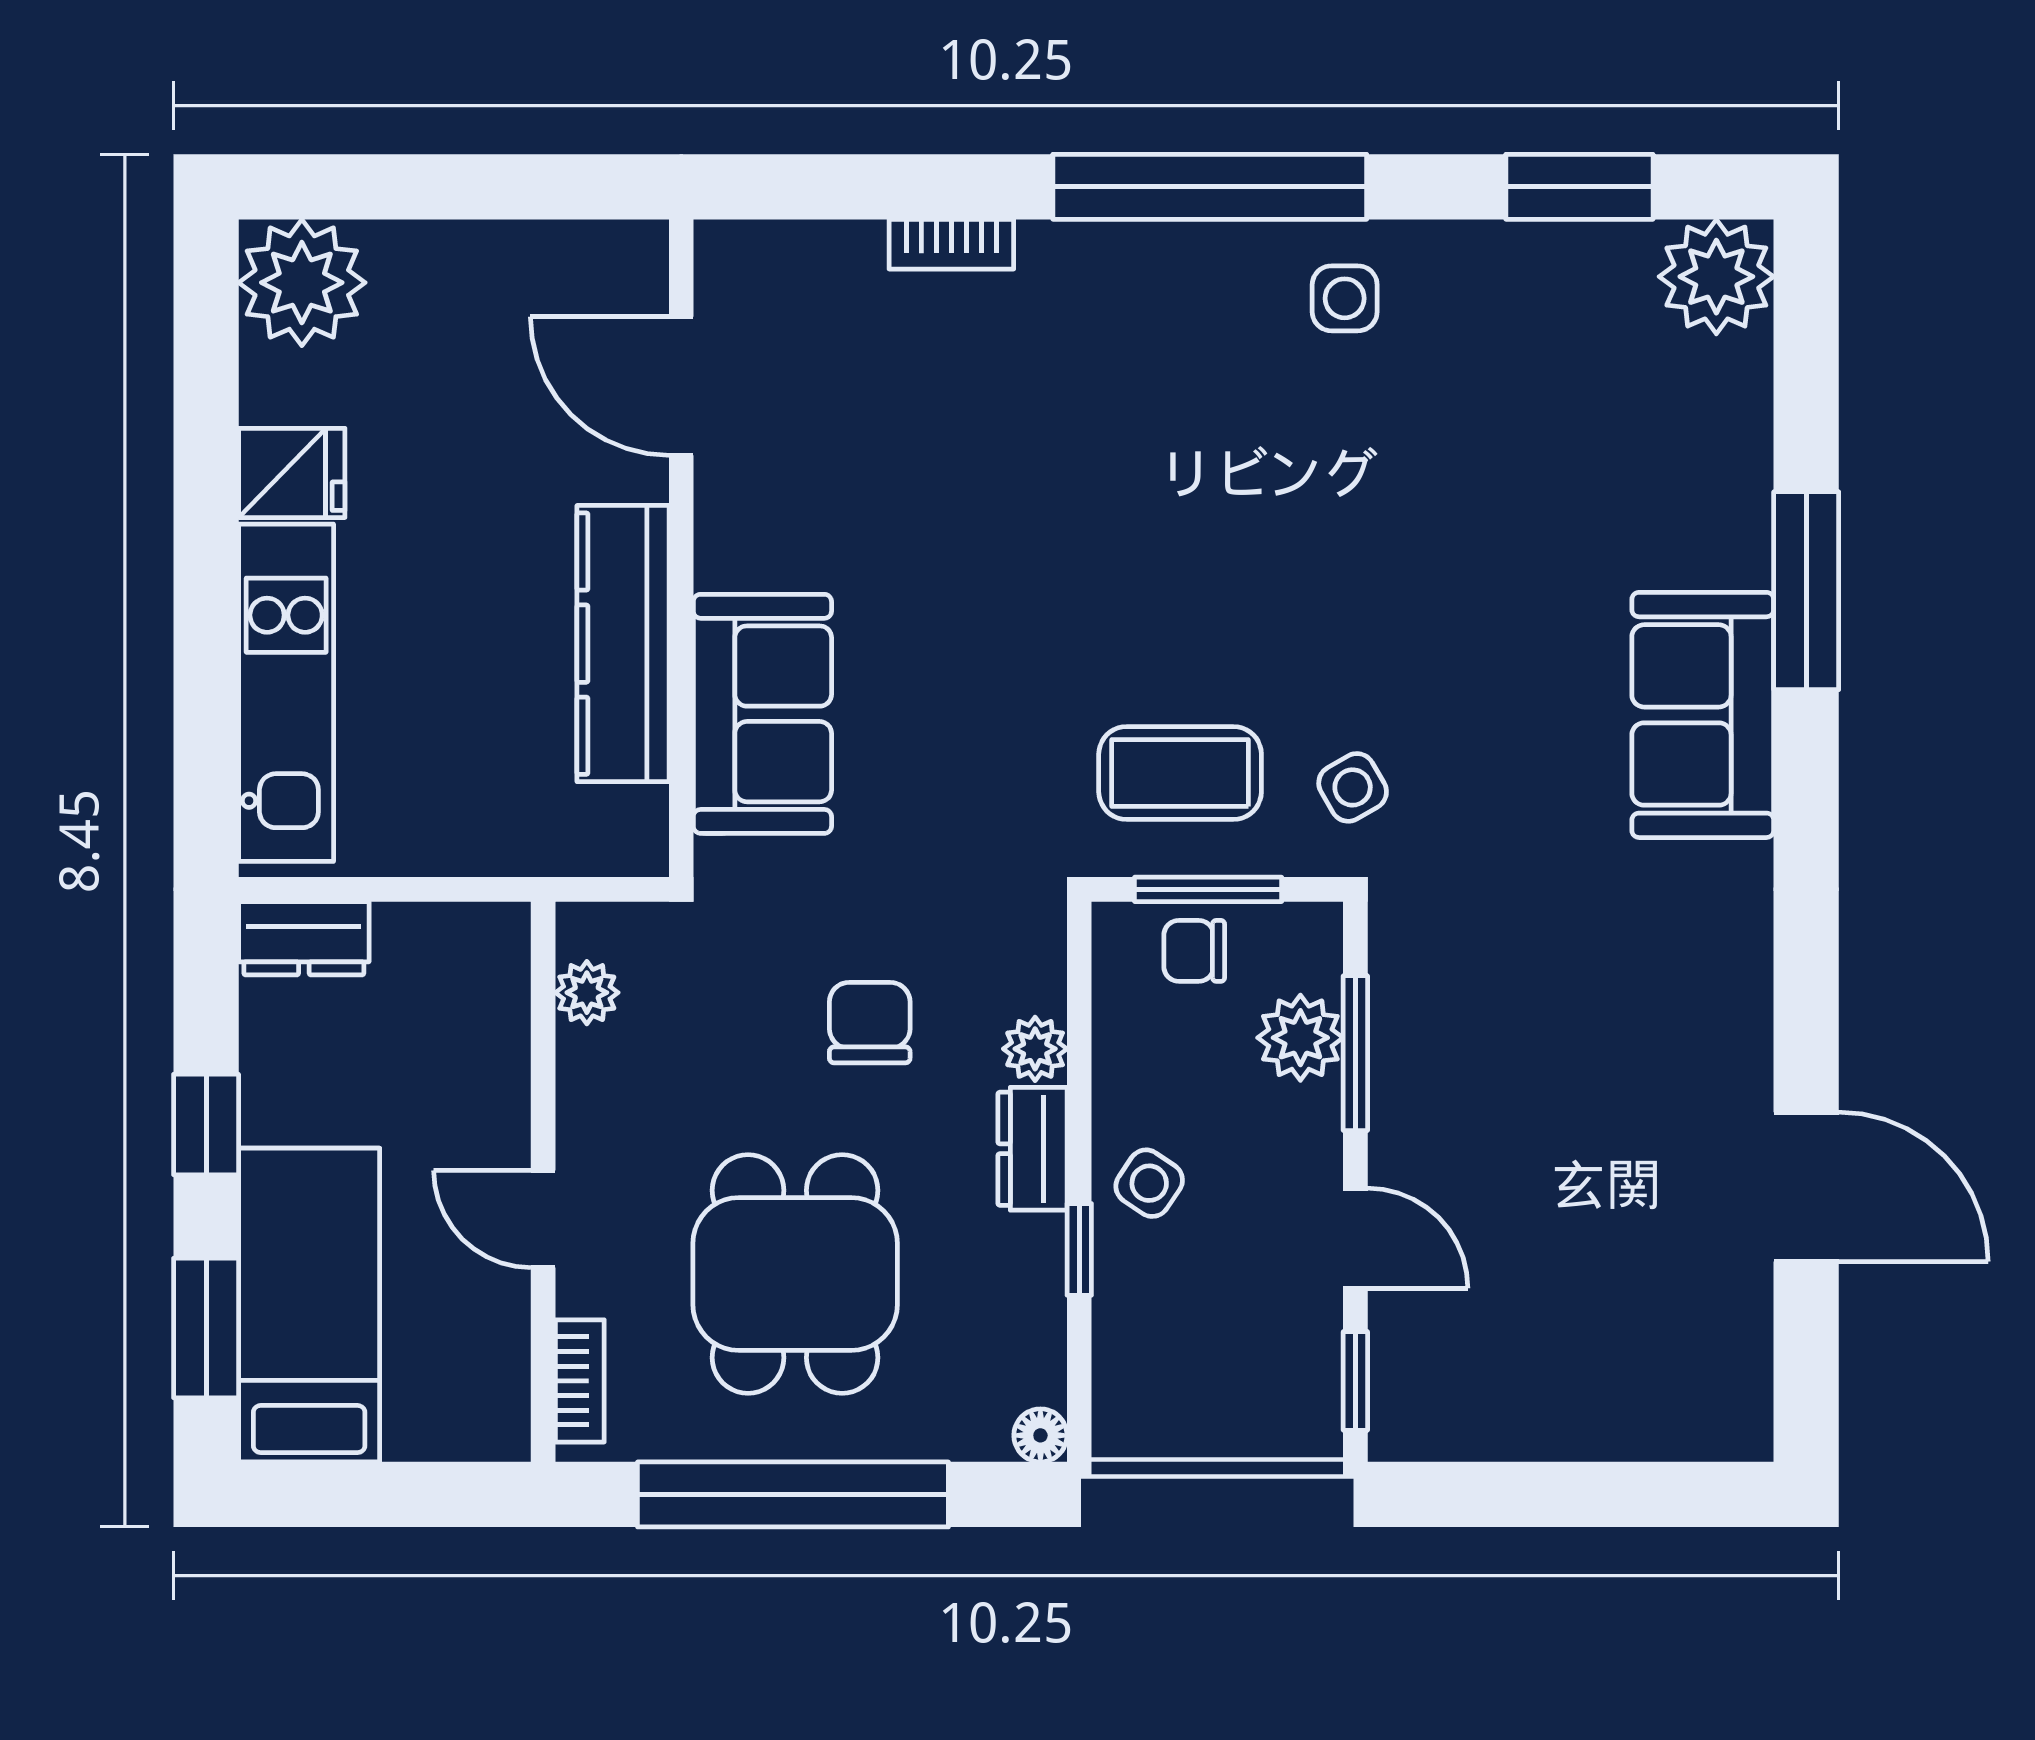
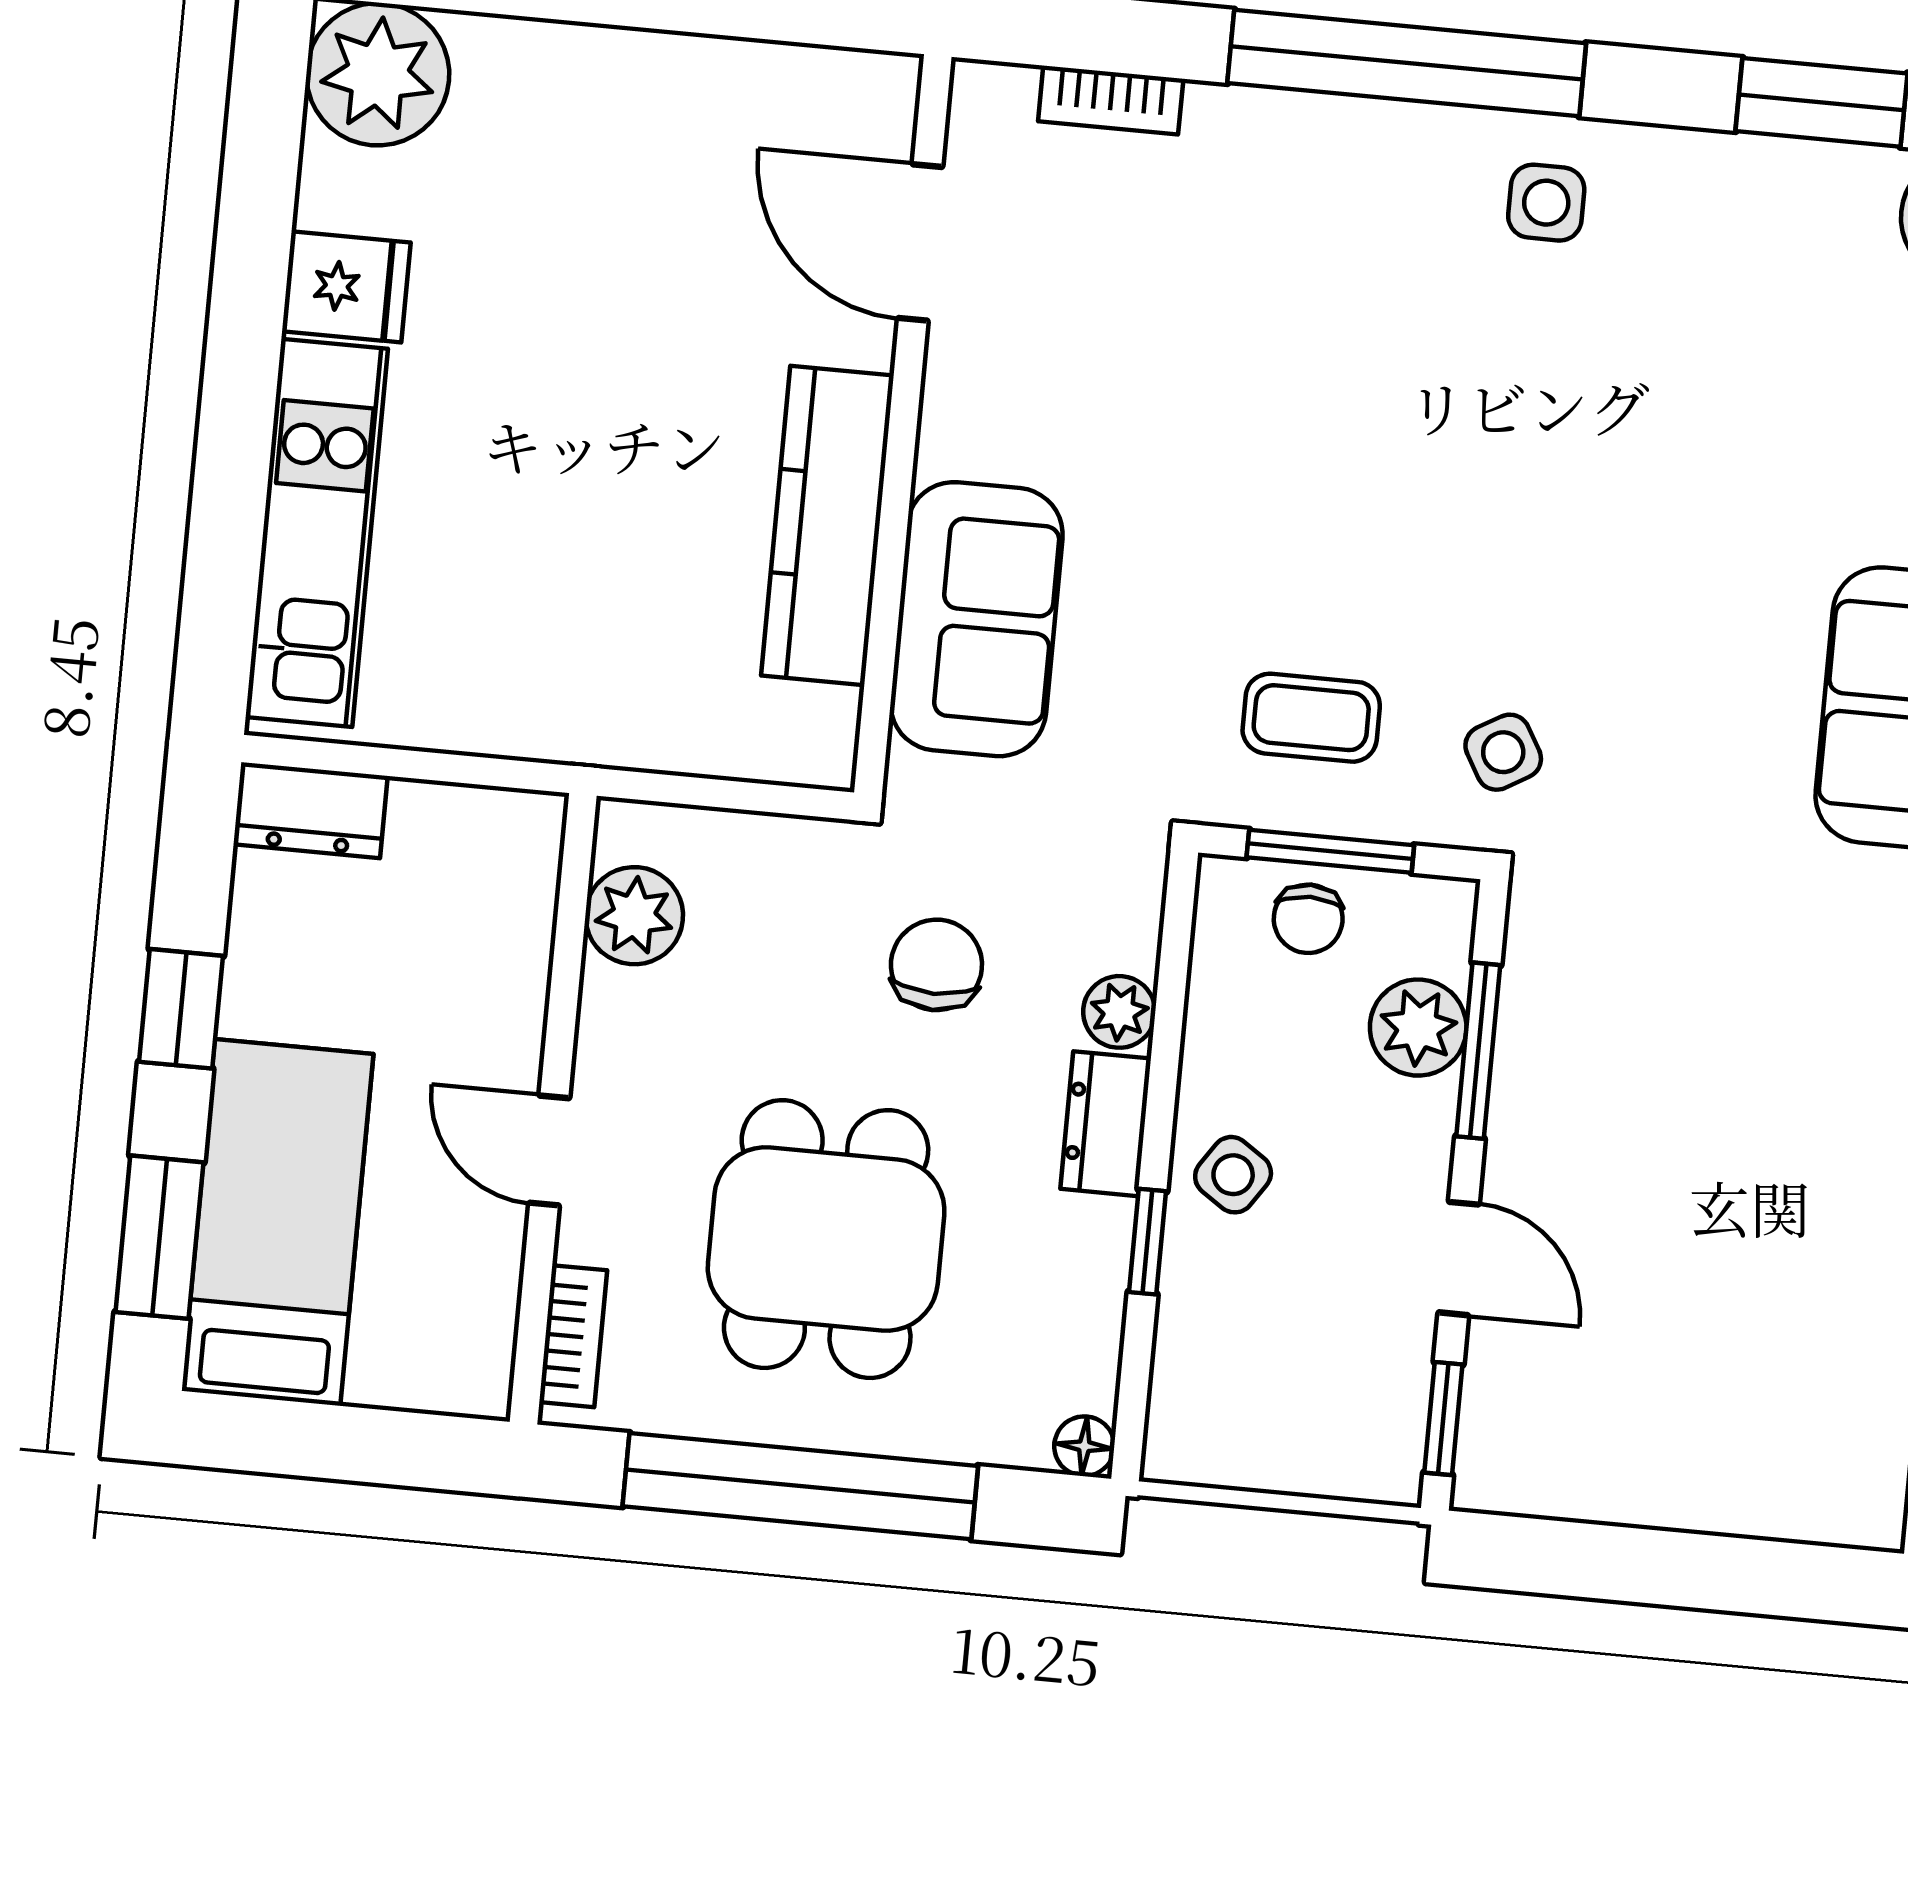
door: (681, 386) -> (920, 243), moved
wall: (681, 548) -> (903, 425), moved
kitchen counter: (623, 644) -> (827, 526), moved
sofa: (762, 714) -> (977, 619), moved
coffee table: (1180, 773) -> (1311, 718), width x0.73, depth x0.77
chair: (1194, 951) -> (1308, 919), turned -90
plant: (587, 993) -> (634, 916), width x1.38, depth x1.38

